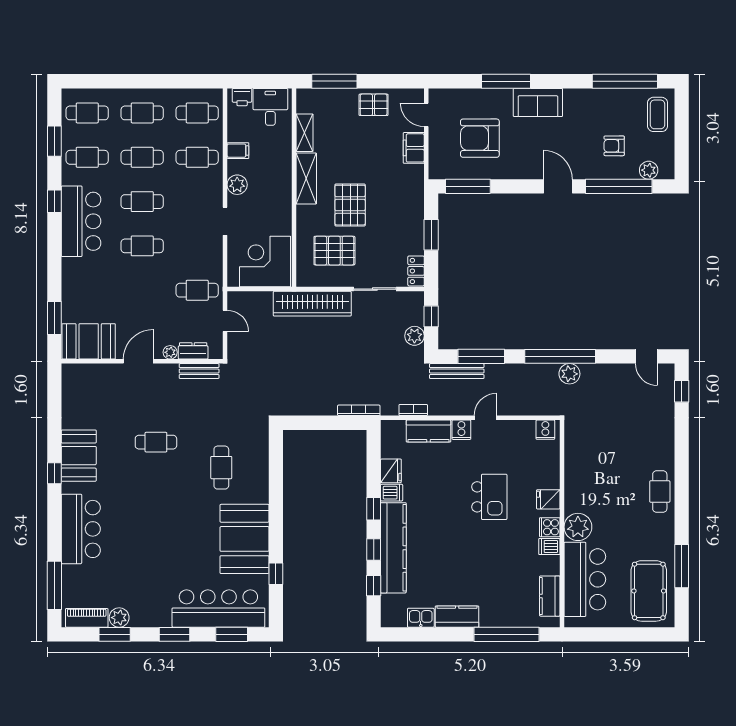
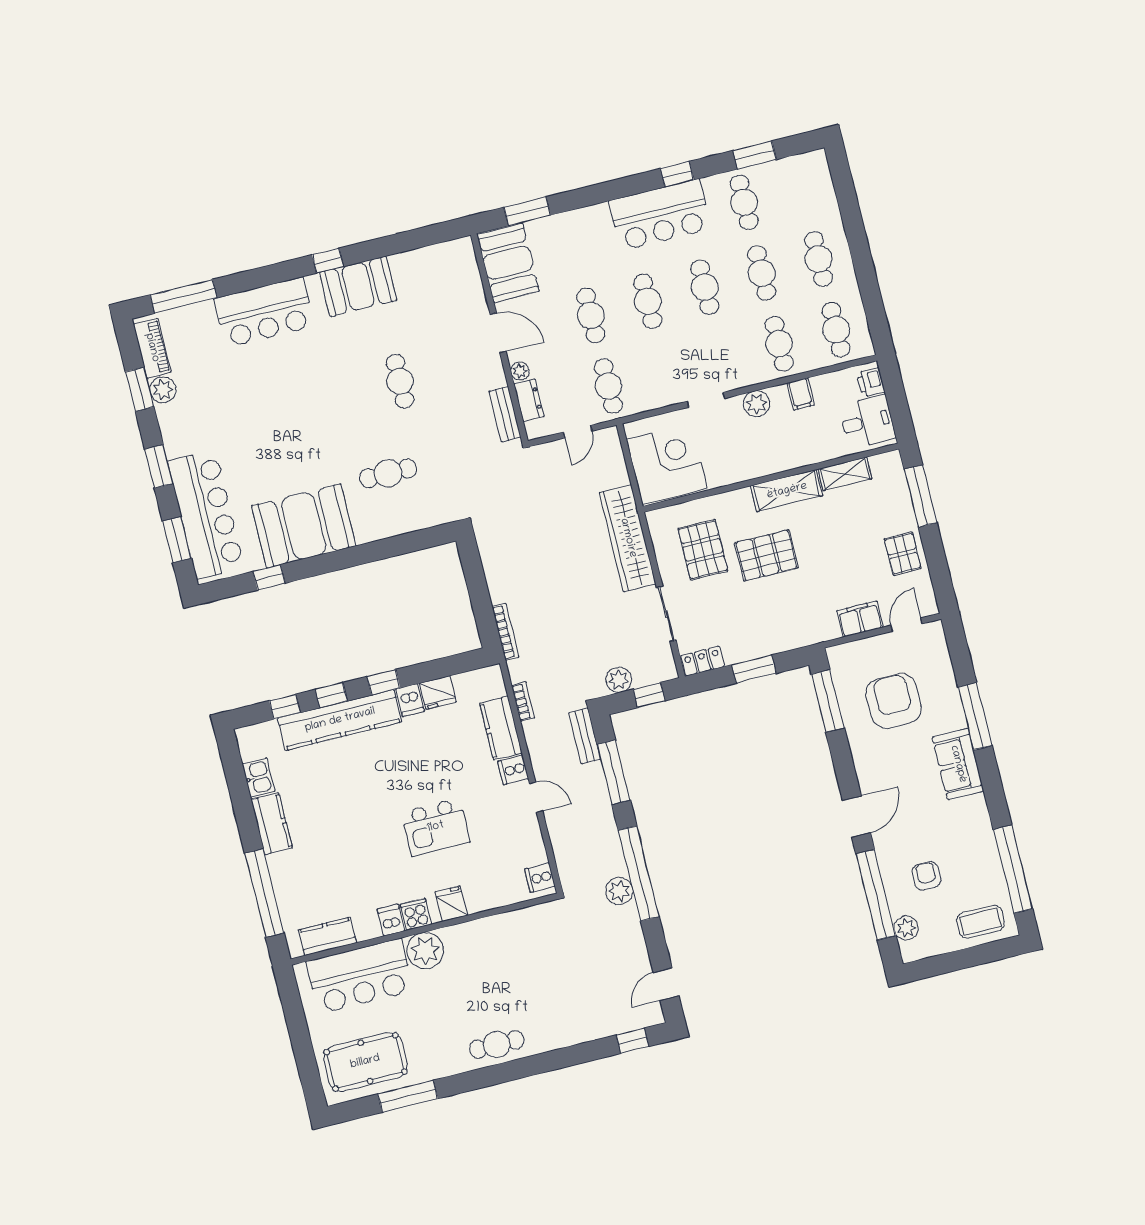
cafe table: (87, 113) -> (591, 315), moved
bench: (457, 371) -> (585, 736), width x0.73

